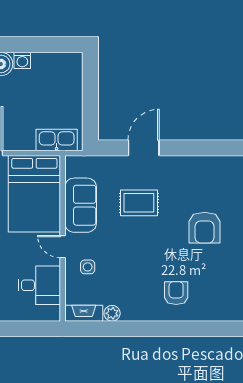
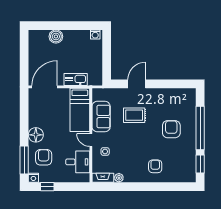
washing machine: (22, 60) -> (95, 34), moved
kitchen sink: (57, 140) -> (76, 80), moved
bed: (34, 194) -> (80, 110), width x0.67
armchair: (205, 228) -> (171, 129), turned 180

